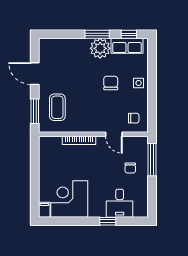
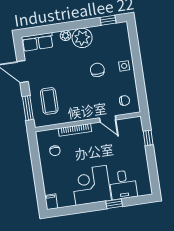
window: (97, 34) -> (77, 25), removed
plant: (84, 43) -> (66, 36), added
row of seats: (127, 46) -> (38, 42), moved
window: (152, 160) -> (148, 138), width x0.46
chair: (130, 168) -> (55, 151), moved
corner desk: (69, 199) -> (91, 185), moved

